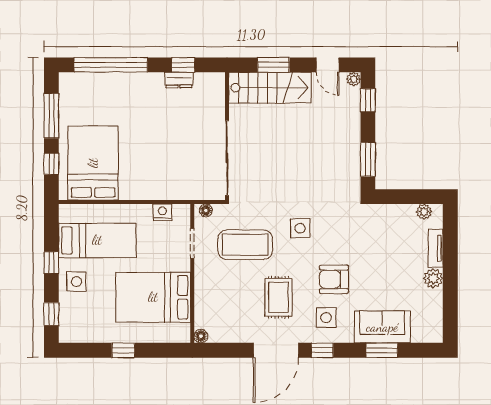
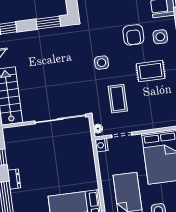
dresser: (179, 80) -> (14, 179), moved
nightstand: (162, 212) -> (101, 145), moved
coffee table: (245, 245) -> (118, 99), width x0.73, depth x0.76

